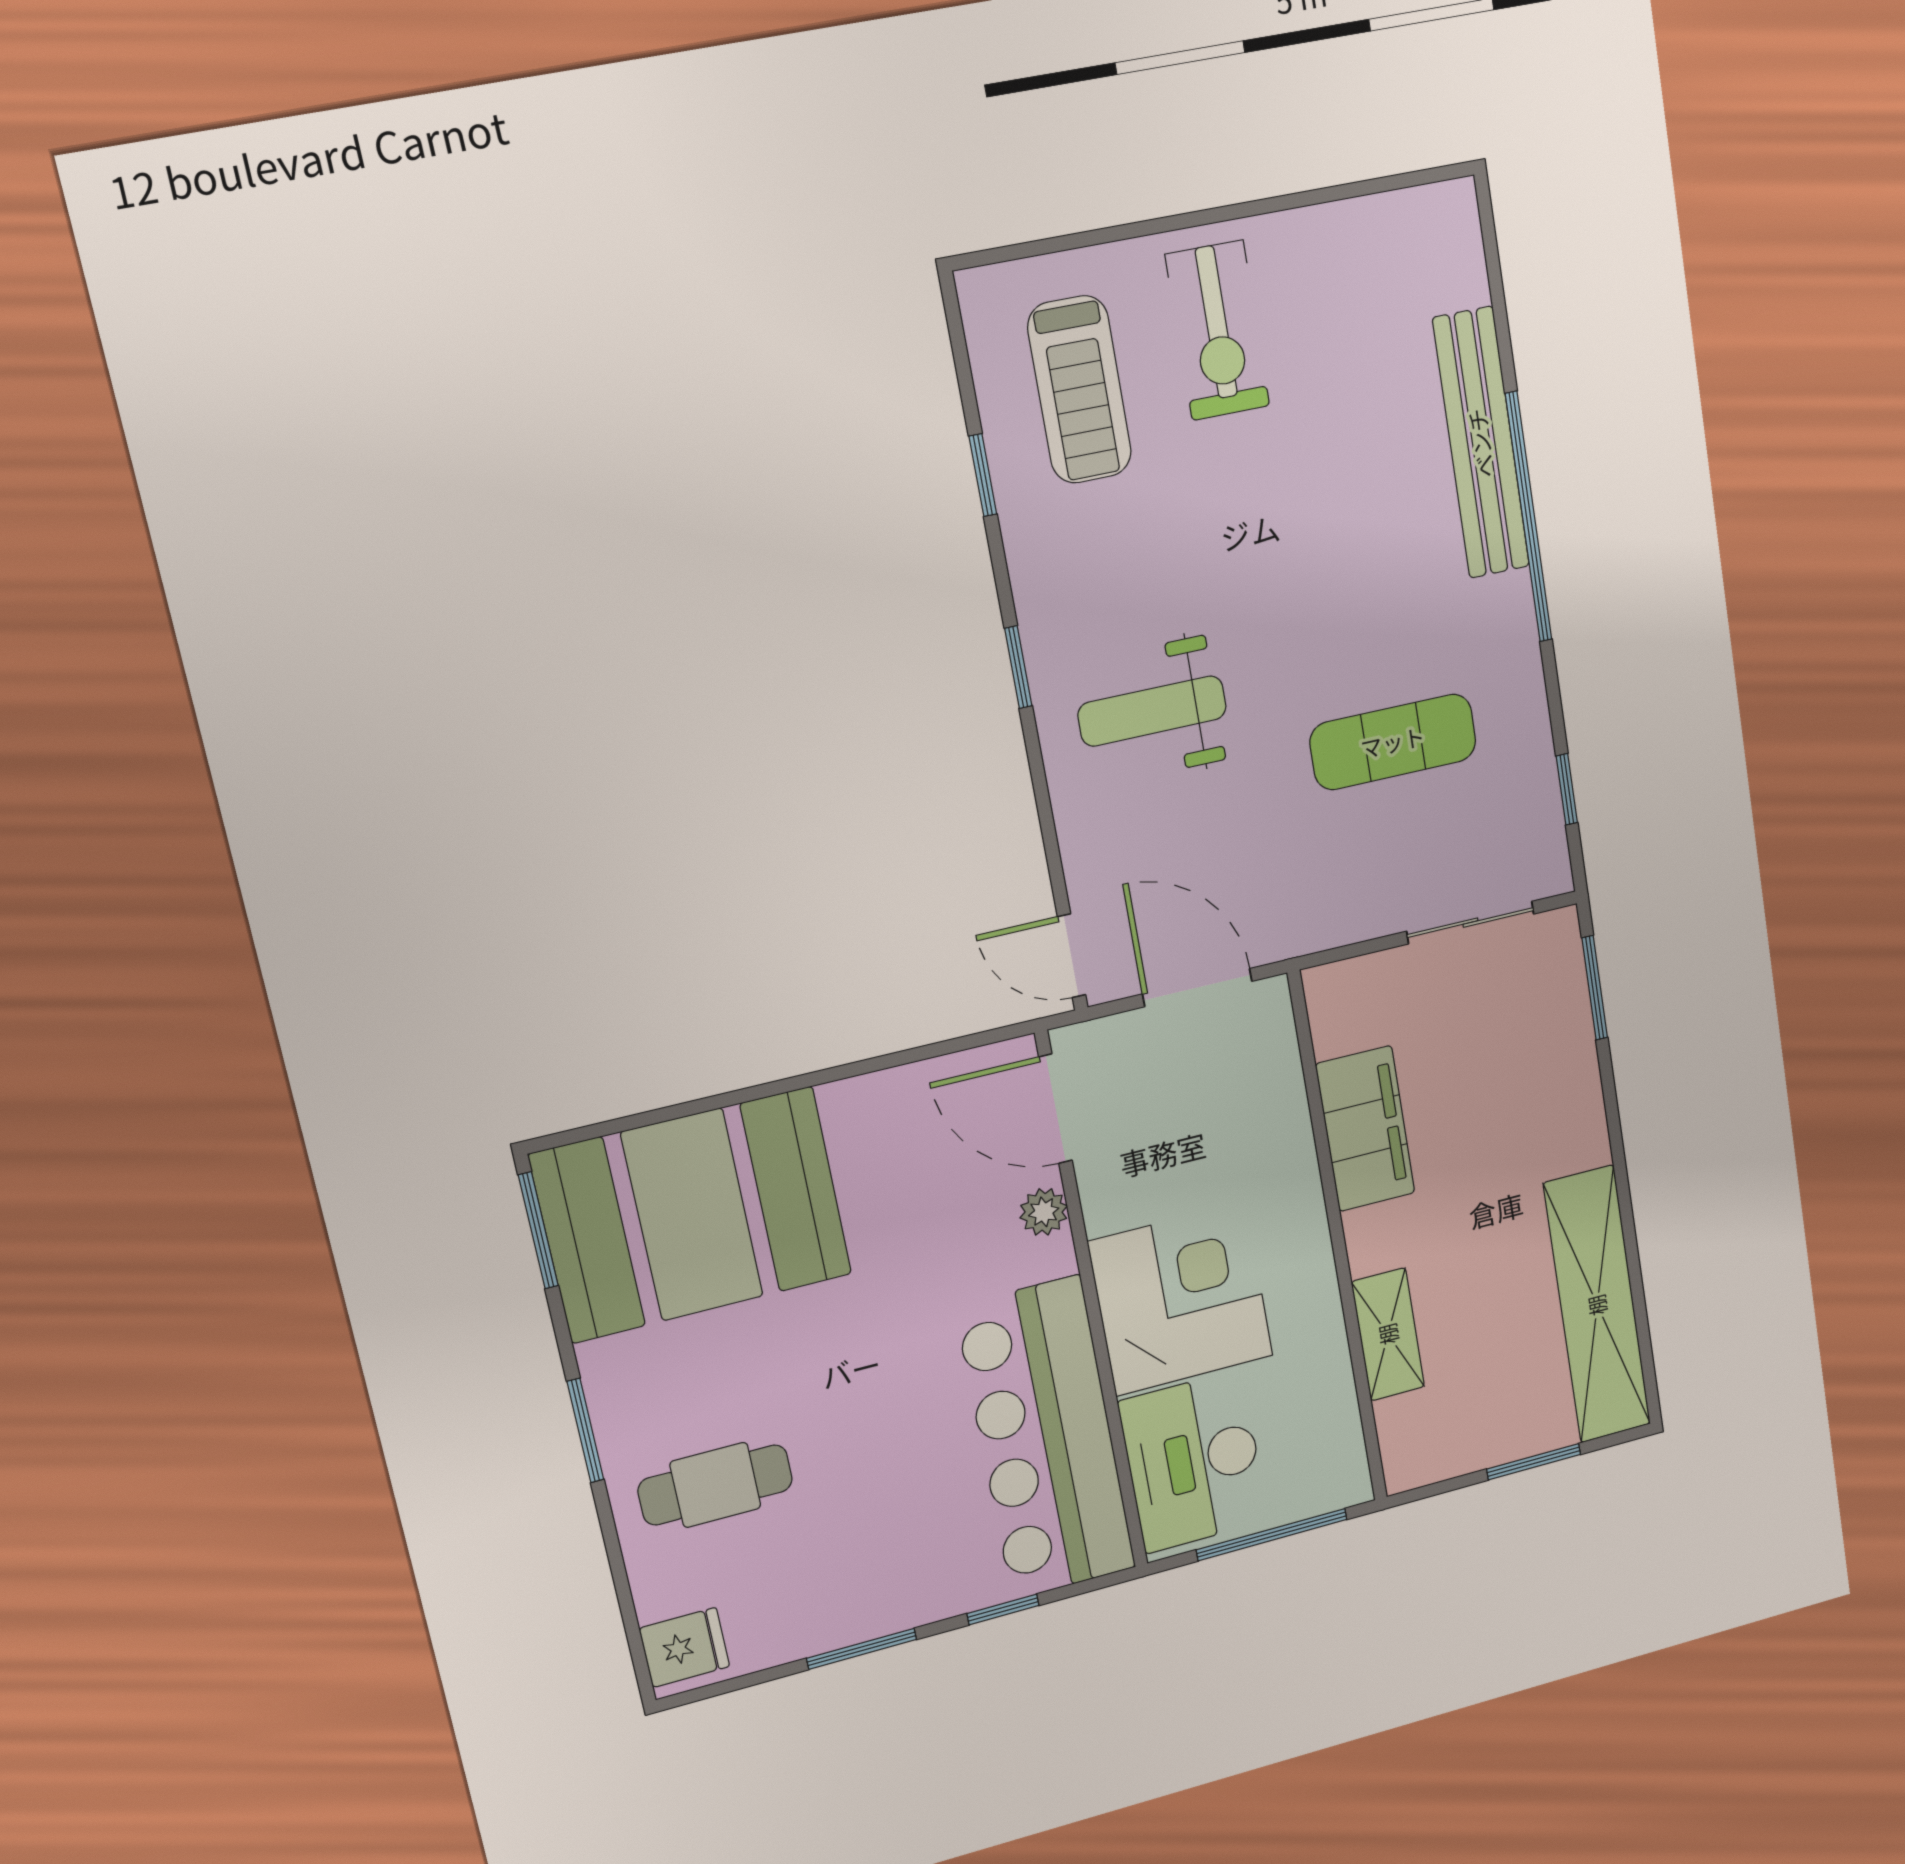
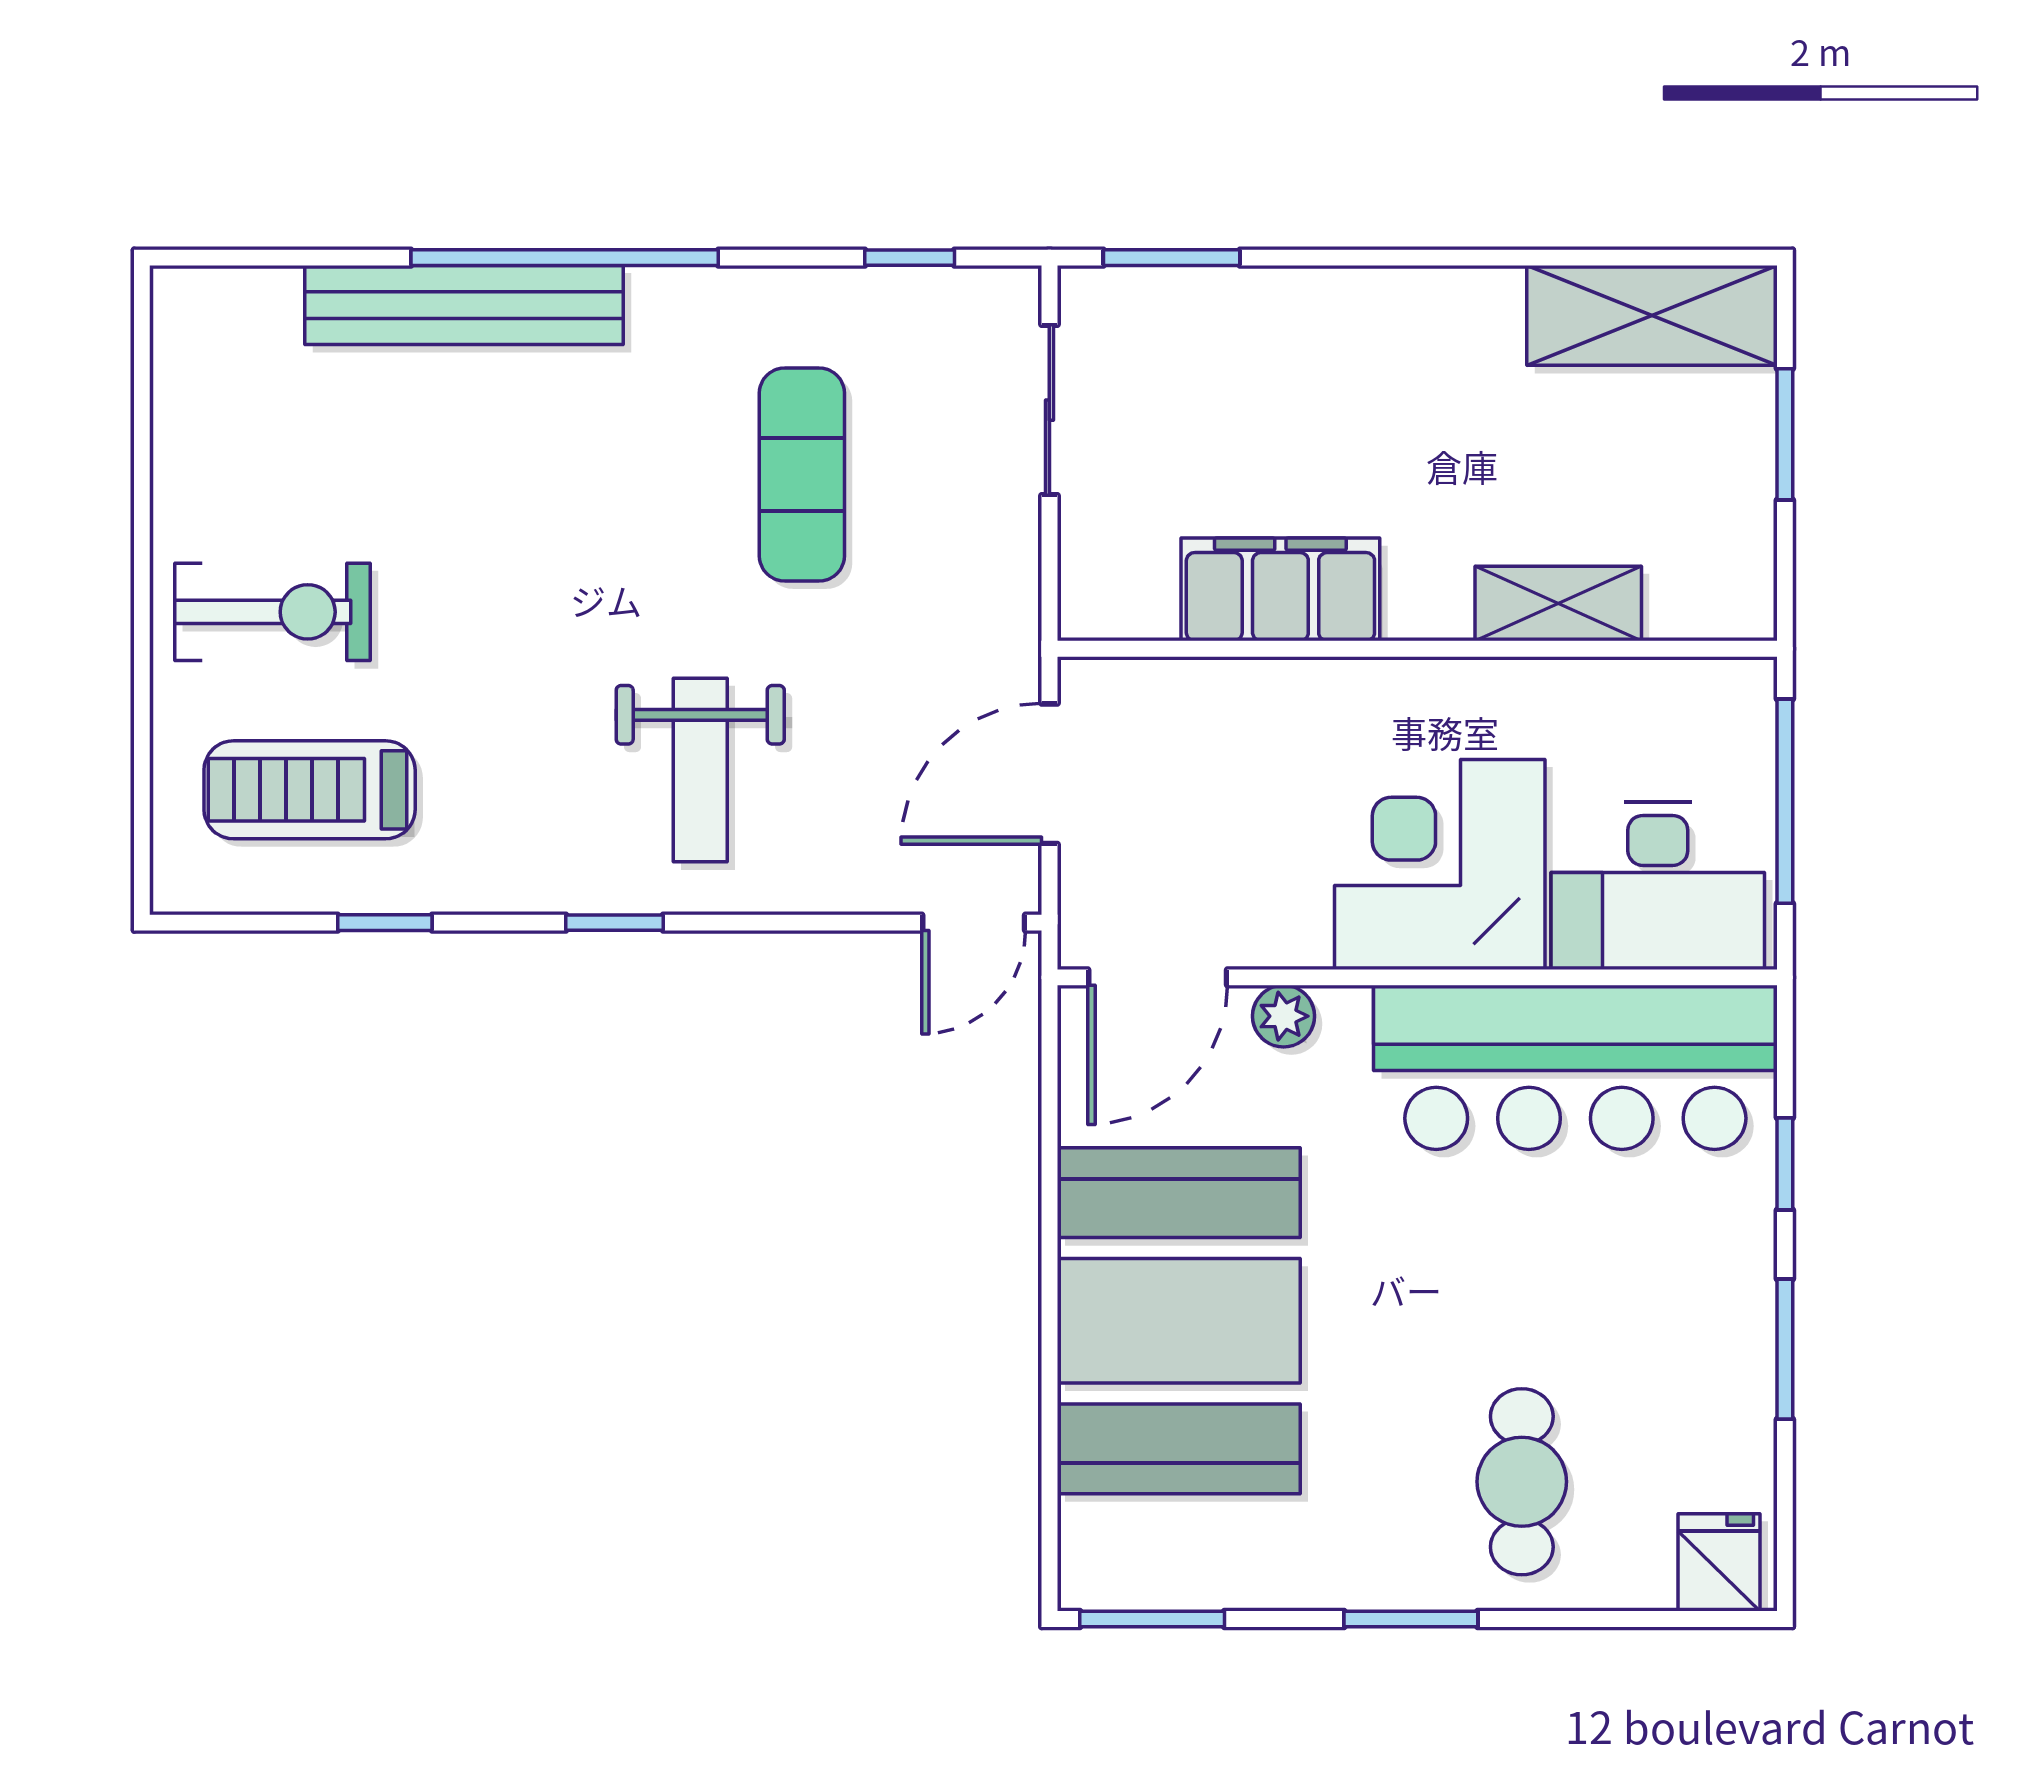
treadmill: (1080, 390) -> (310, 790), turned 180
booth: (692, 1215) -> (1179, 1321), moved
shelving: (1597, 1305) -> (1652, 315), width x0.68

